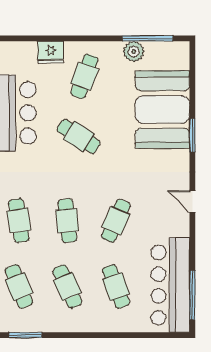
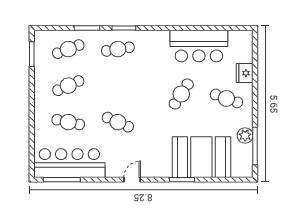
cafe table: (67, 221) -> (118, 86), removed
cafe table: (116, 286) -> (68, 122), turned 33

